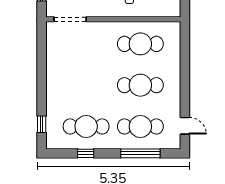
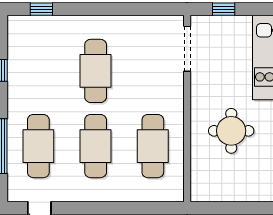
cafe table: (86, 126) -> (96, 71), moved

